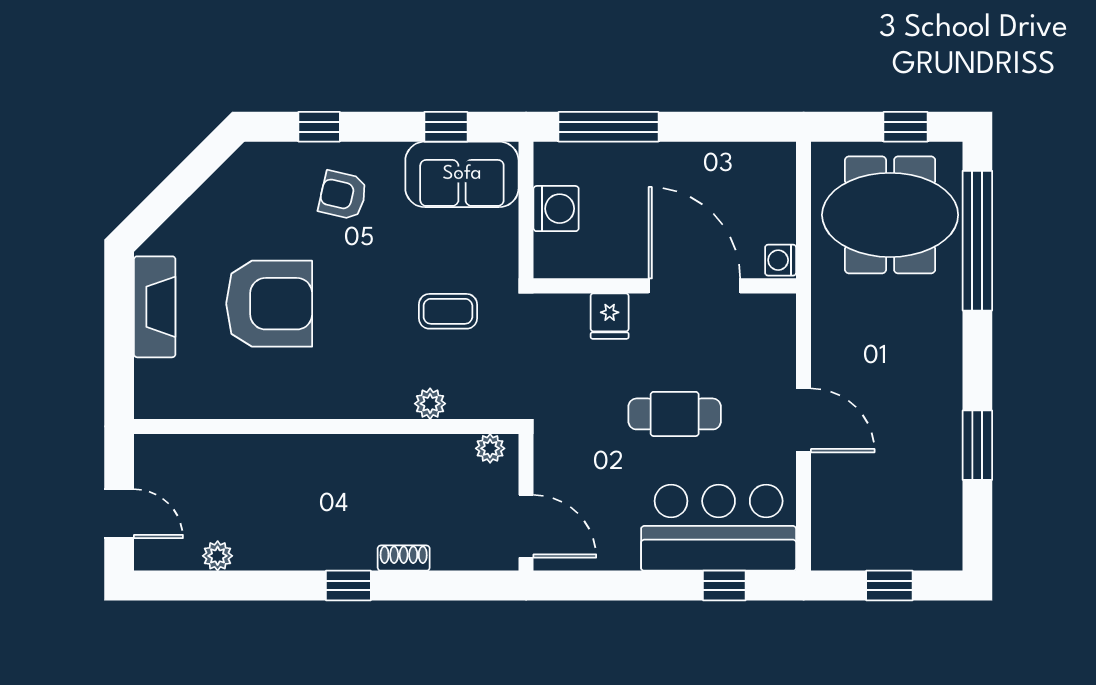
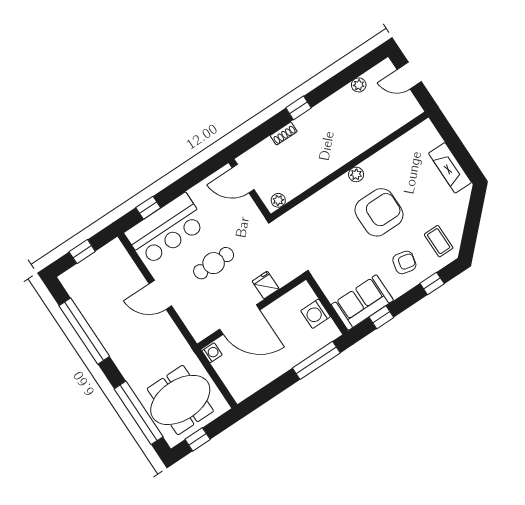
armchair: (269, 304) -> (379, 212), moved, turned 180
coffee table: (448, 311) -> (439, 241), moved, turned 90
plant: (430, 404) -> (356, 174), moved
window: (977, 445) -> (84, 331), width x2.11

